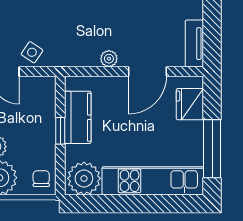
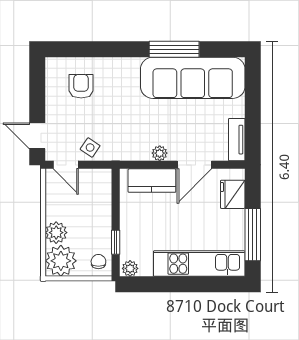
kitchen counter: (78, 117) -> (152, 181), moved, turned 90
window: (60, 131) -> (116, 242), moved
plant: (84, 178) -> (130, 268), width x0.53, depth x0.53

